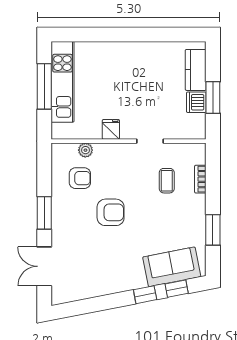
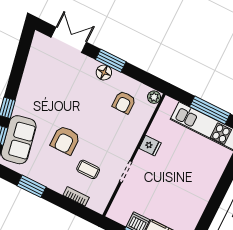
plant: (85, 150) -> (154, 97), moved
armchair: (111, 212) -> (65, 140), moved
floor lamp: (60, 214) -> (104, 72), added

